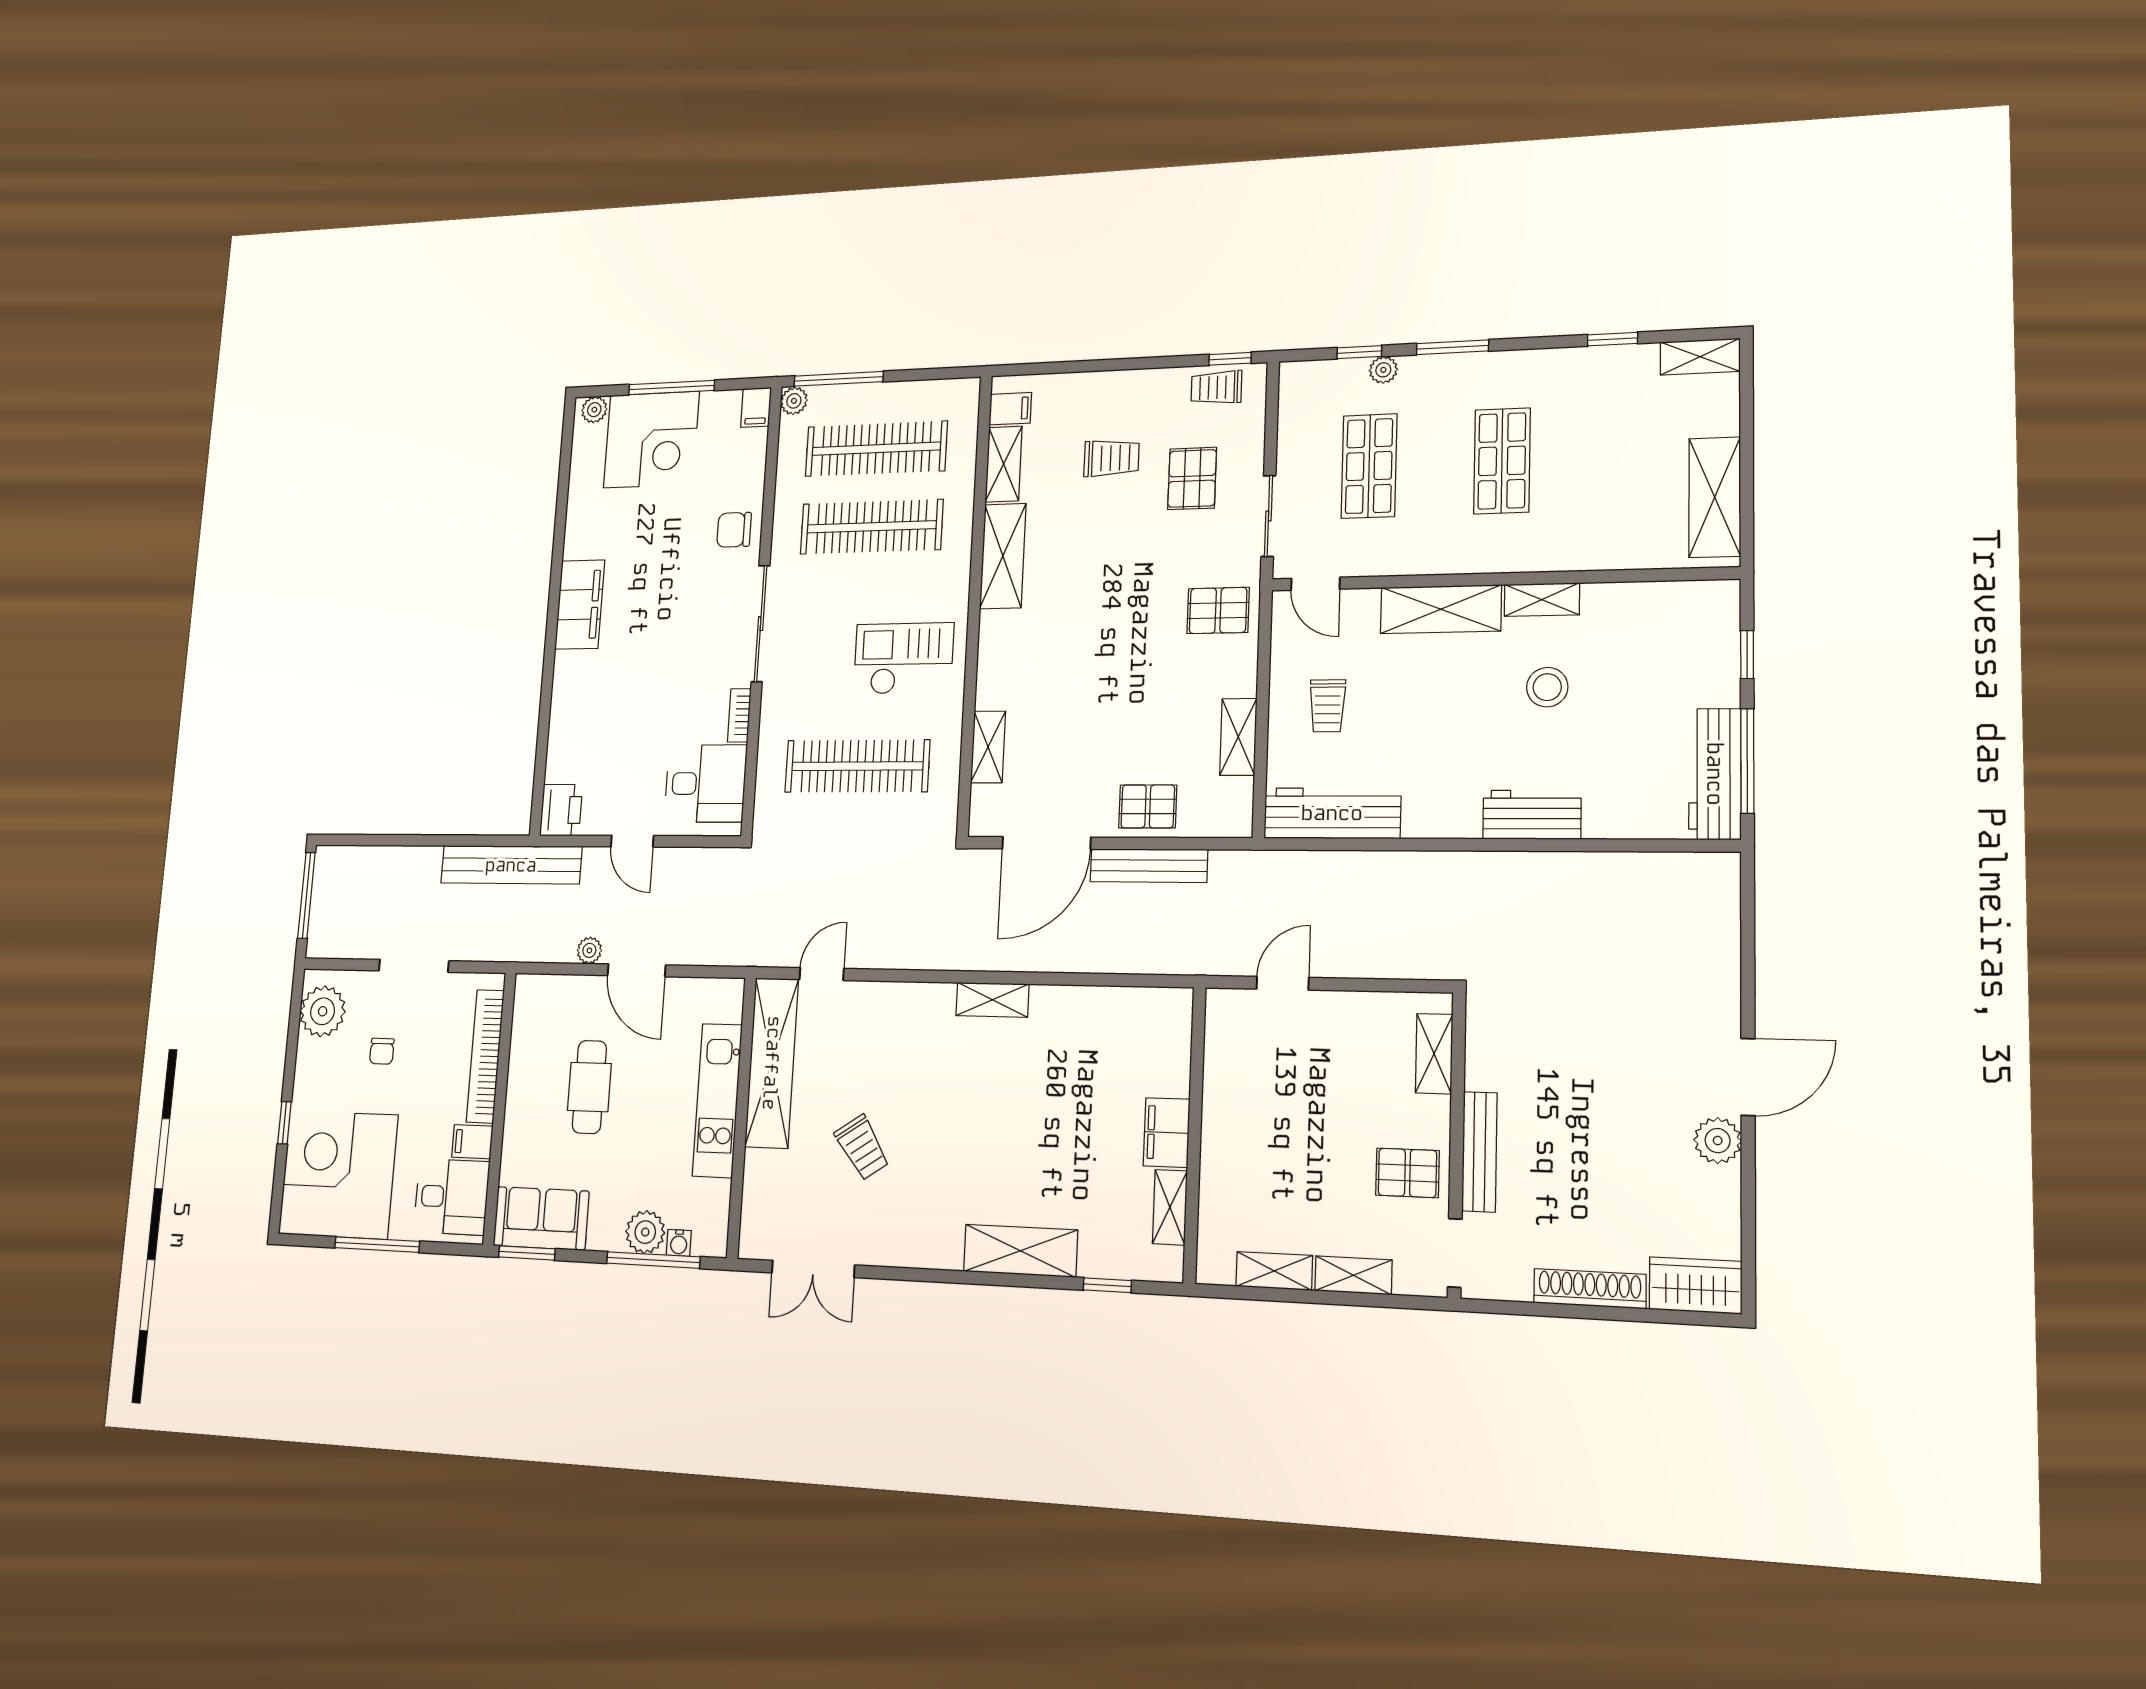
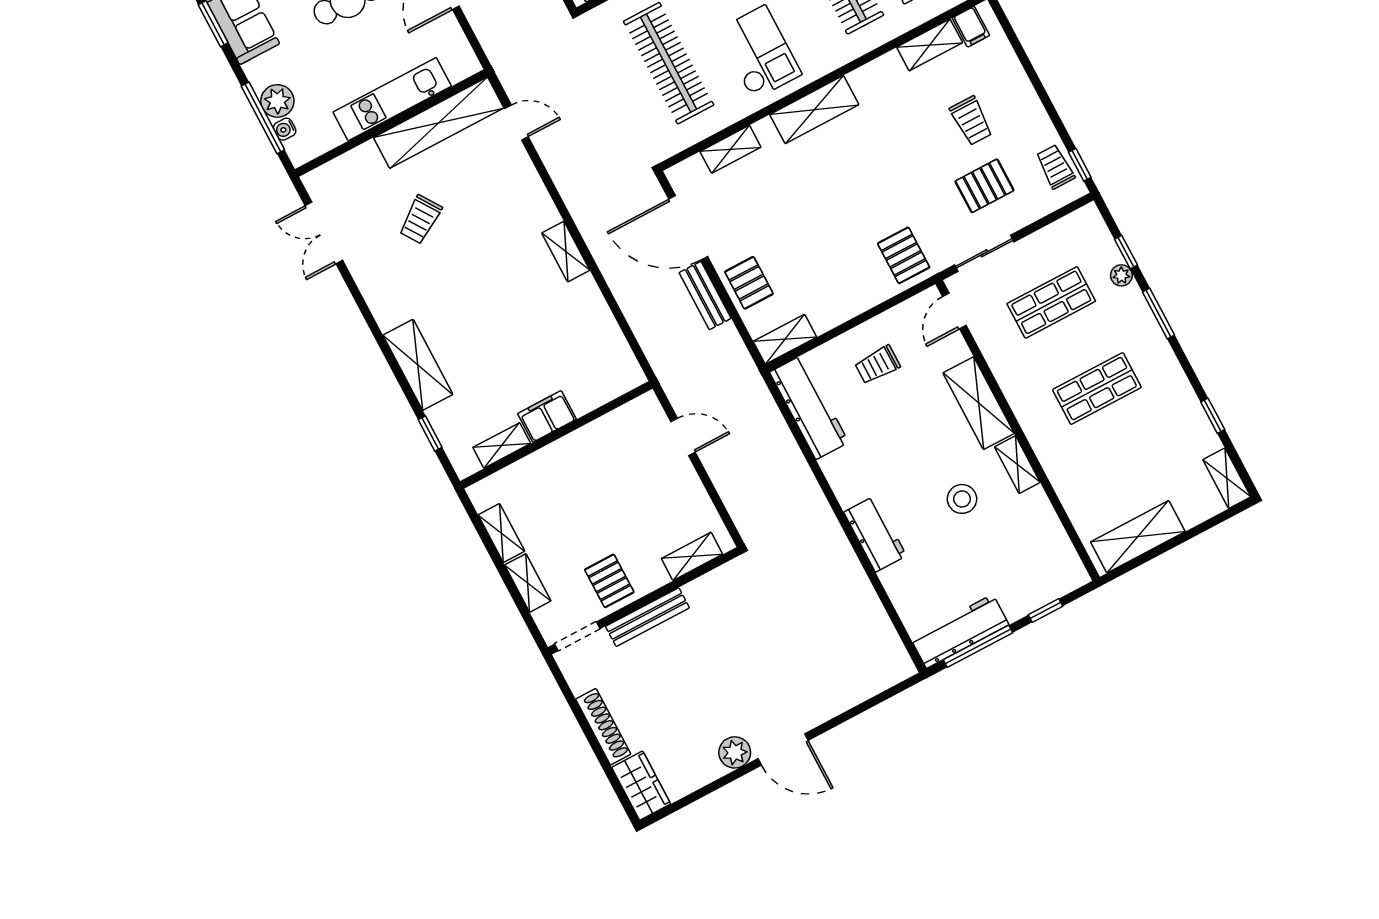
shelving: (1003, 556) -> (814, 110), moved
shelving: (1238, 737) -> (785, 339), moved
bench: (1149, 866) -> (705, 295), width x0.73

